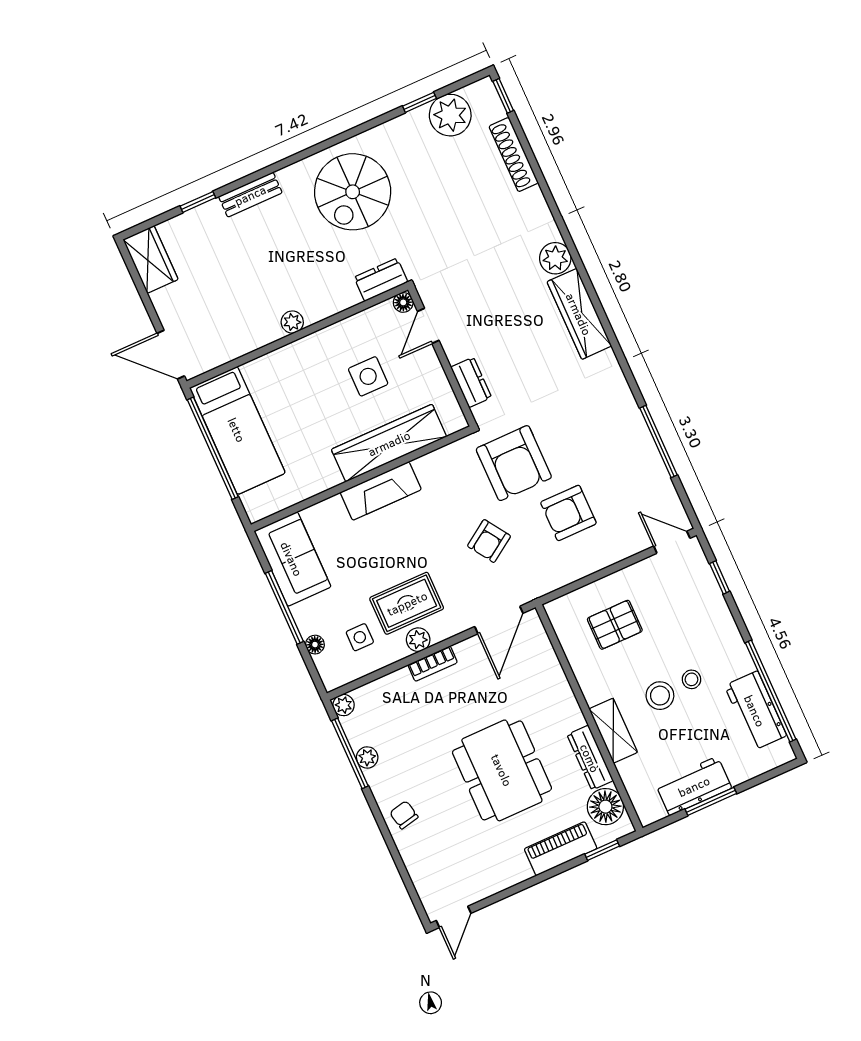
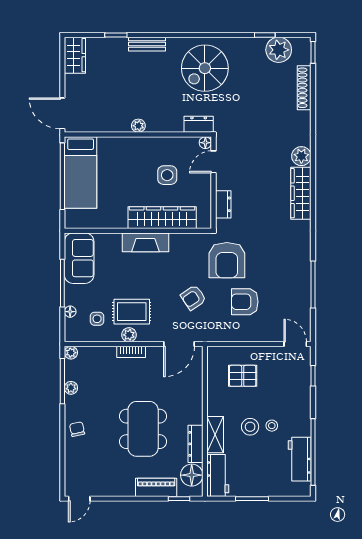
workbench: (694, 786) -> (218, 475), moved, turned 90

